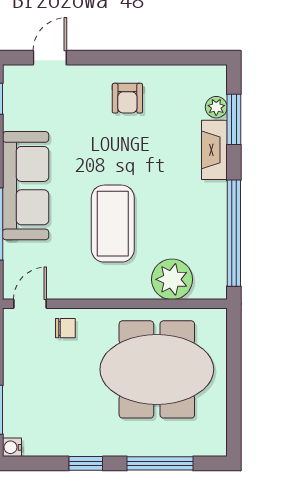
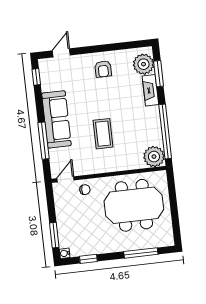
plant: (216, 107) -> (143, 64), width x1.87, depth x1.87
coffee table: (113, 224) -> (103, 134), width x0.73, depth x0.76
plant: (172, 279) -> (154, 157), moved
window: (86, 463) -> (88, 259), moved

